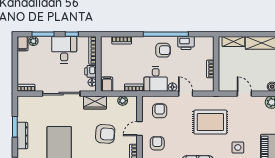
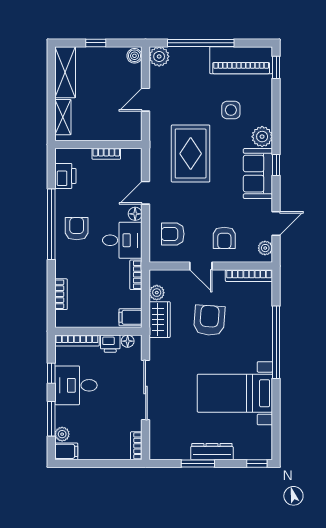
printer: (186, 43) -> (65, 176), moved
wardrobe: (95, 103) -> (160, 320), moved
armchair: (157, 143) -> (224, 238), turned -90

